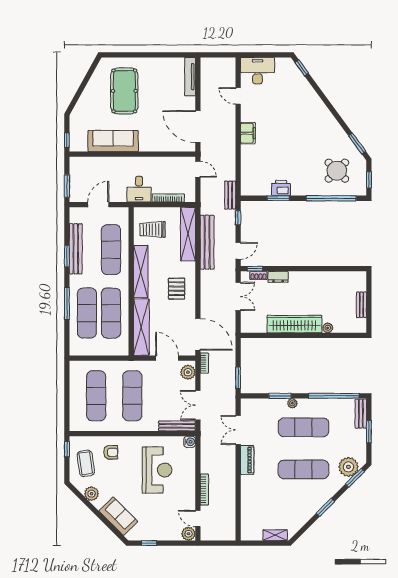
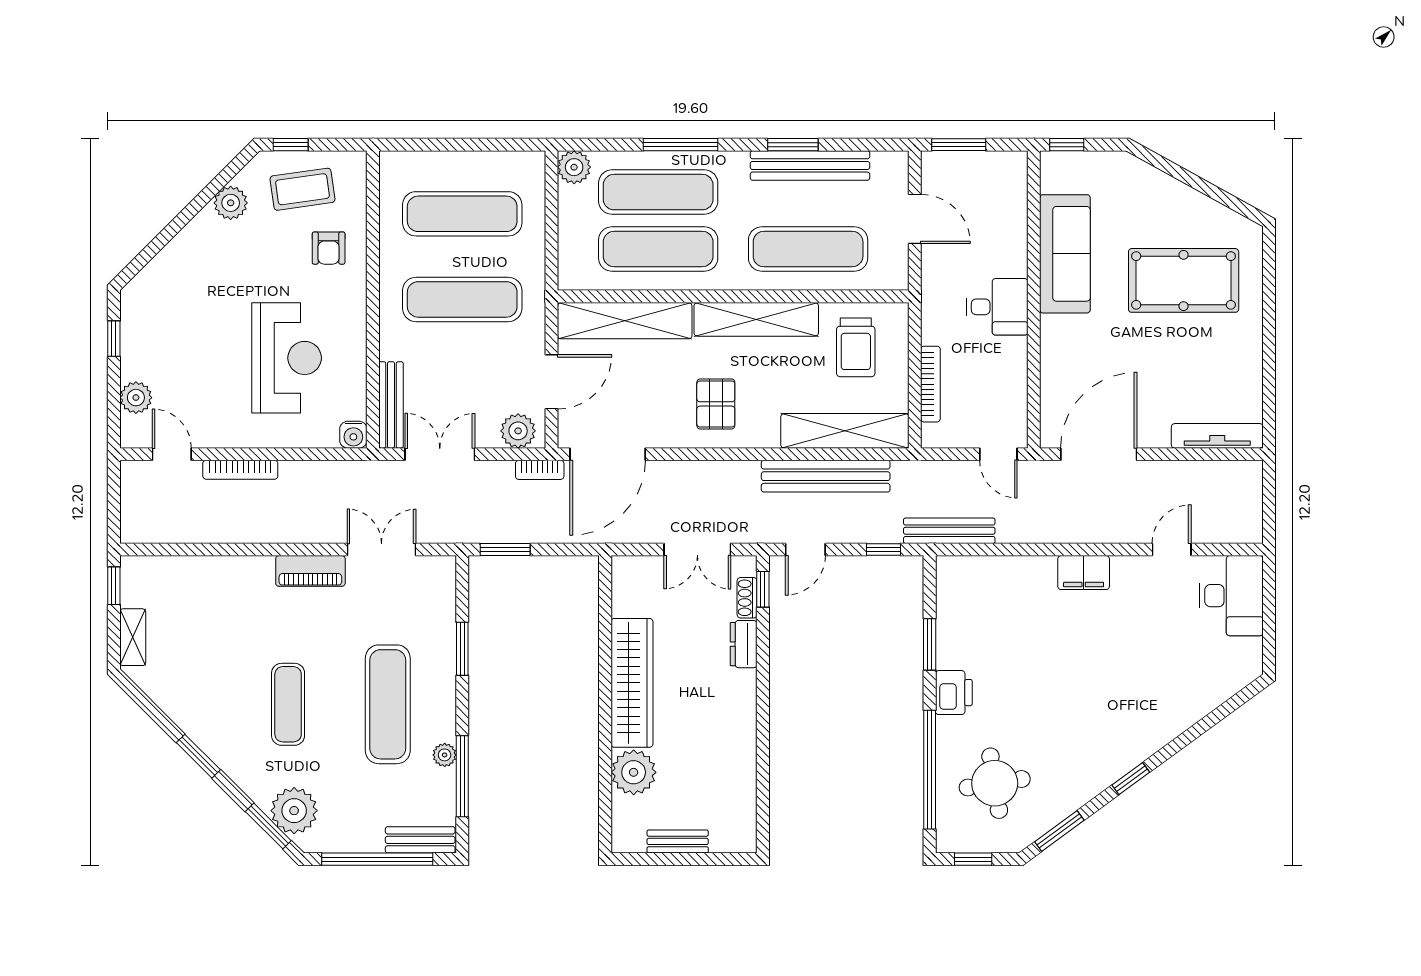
window: (302, 68) -> (1131, 779), moved
door: (198, 169) -> (998, 454), hinge flipped
round table: (337, 171) -> (995, 783), turned 36
printer: (281, 188) -> (954, 693), moved
desk: (139, 189) -> (997, 307), moved, turned 180
bench: (230, 195) -> (949, 531), width x1.36
trolley: (153, 229) -> (856, 347), turned 180
door: (238, 251) -> (805, 549), hinge flipped
pallet: (177, 289) -> (716, 404), turned 90
plant: (328, 328) -> (634, 772), width x1.87, depth x1.87
plant: (76, 349) -> (574, 167), added
window: (334, 396) -> (462, 776), width x0.68
plant: (292, 403) -> (445, 755), moved
window: (369, 432) -> (377, 859), width x2.11
window: (67, 449) -> (291, 145), moved
exercise mat: (303, 469) -> (288, 704), width x0.73, depth x0.69
reception desk: (157, 470) -> (287, 358), turned -90
sofa: (118, 516) -> (177, 266), removed
door: (198, 519) -> (172, 454), hinge flipped
plant: (188, 534) -> (136, 398), moved
window: (253, 543) -> (114, 586), added

